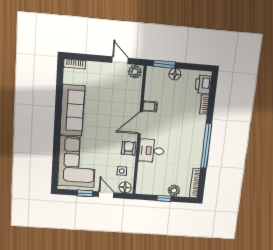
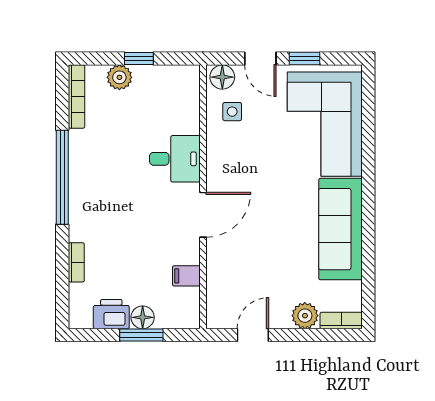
door: (120, 60) -> (253, 335), swing flipped
window: (164, 64) -> (141, 335), moved
plant: (135, 72) -> (305, 316), moved
printer: (203, 85) -> (111, 314), moved, turned -90
filing cabinet: (150, 106) -> (186, 276), moved
armchair: (129, 148) -> (222, 161), removed

